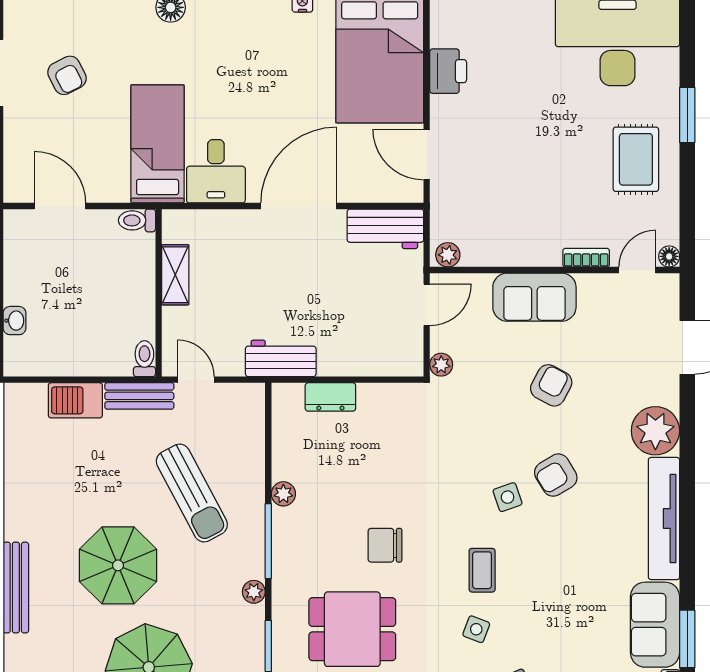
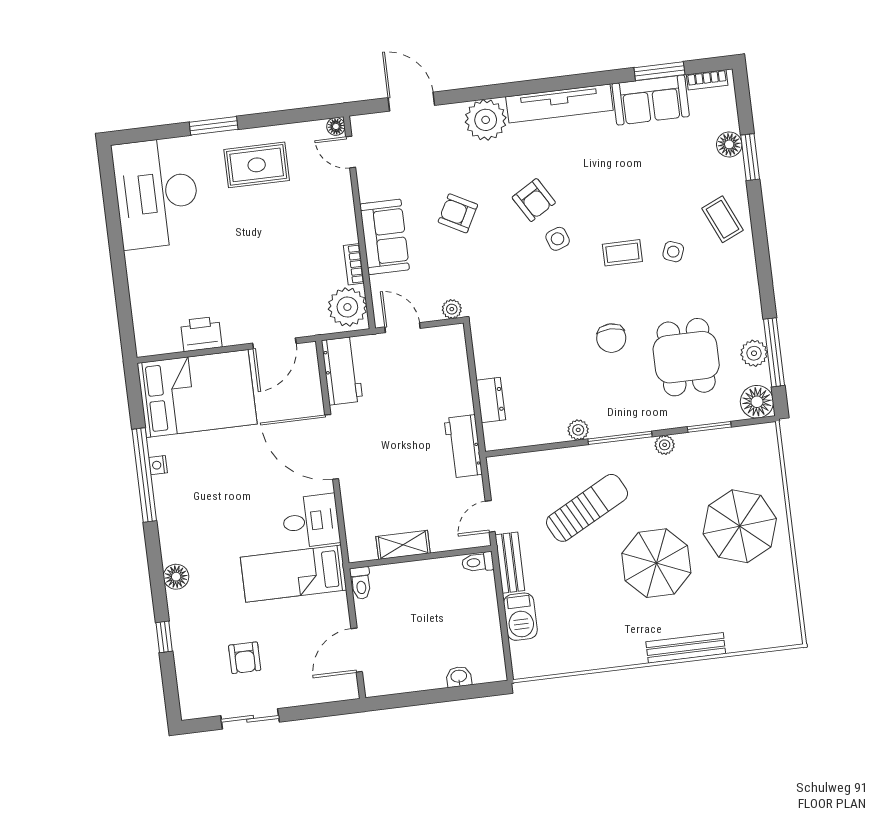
armchair: (67, 75) -> (245, 658), turned 117
plant: (448, 255) -> (347, 307), width x1.88, depth x1.88
bookcase: (586, 258) -> (354, 264), moved

